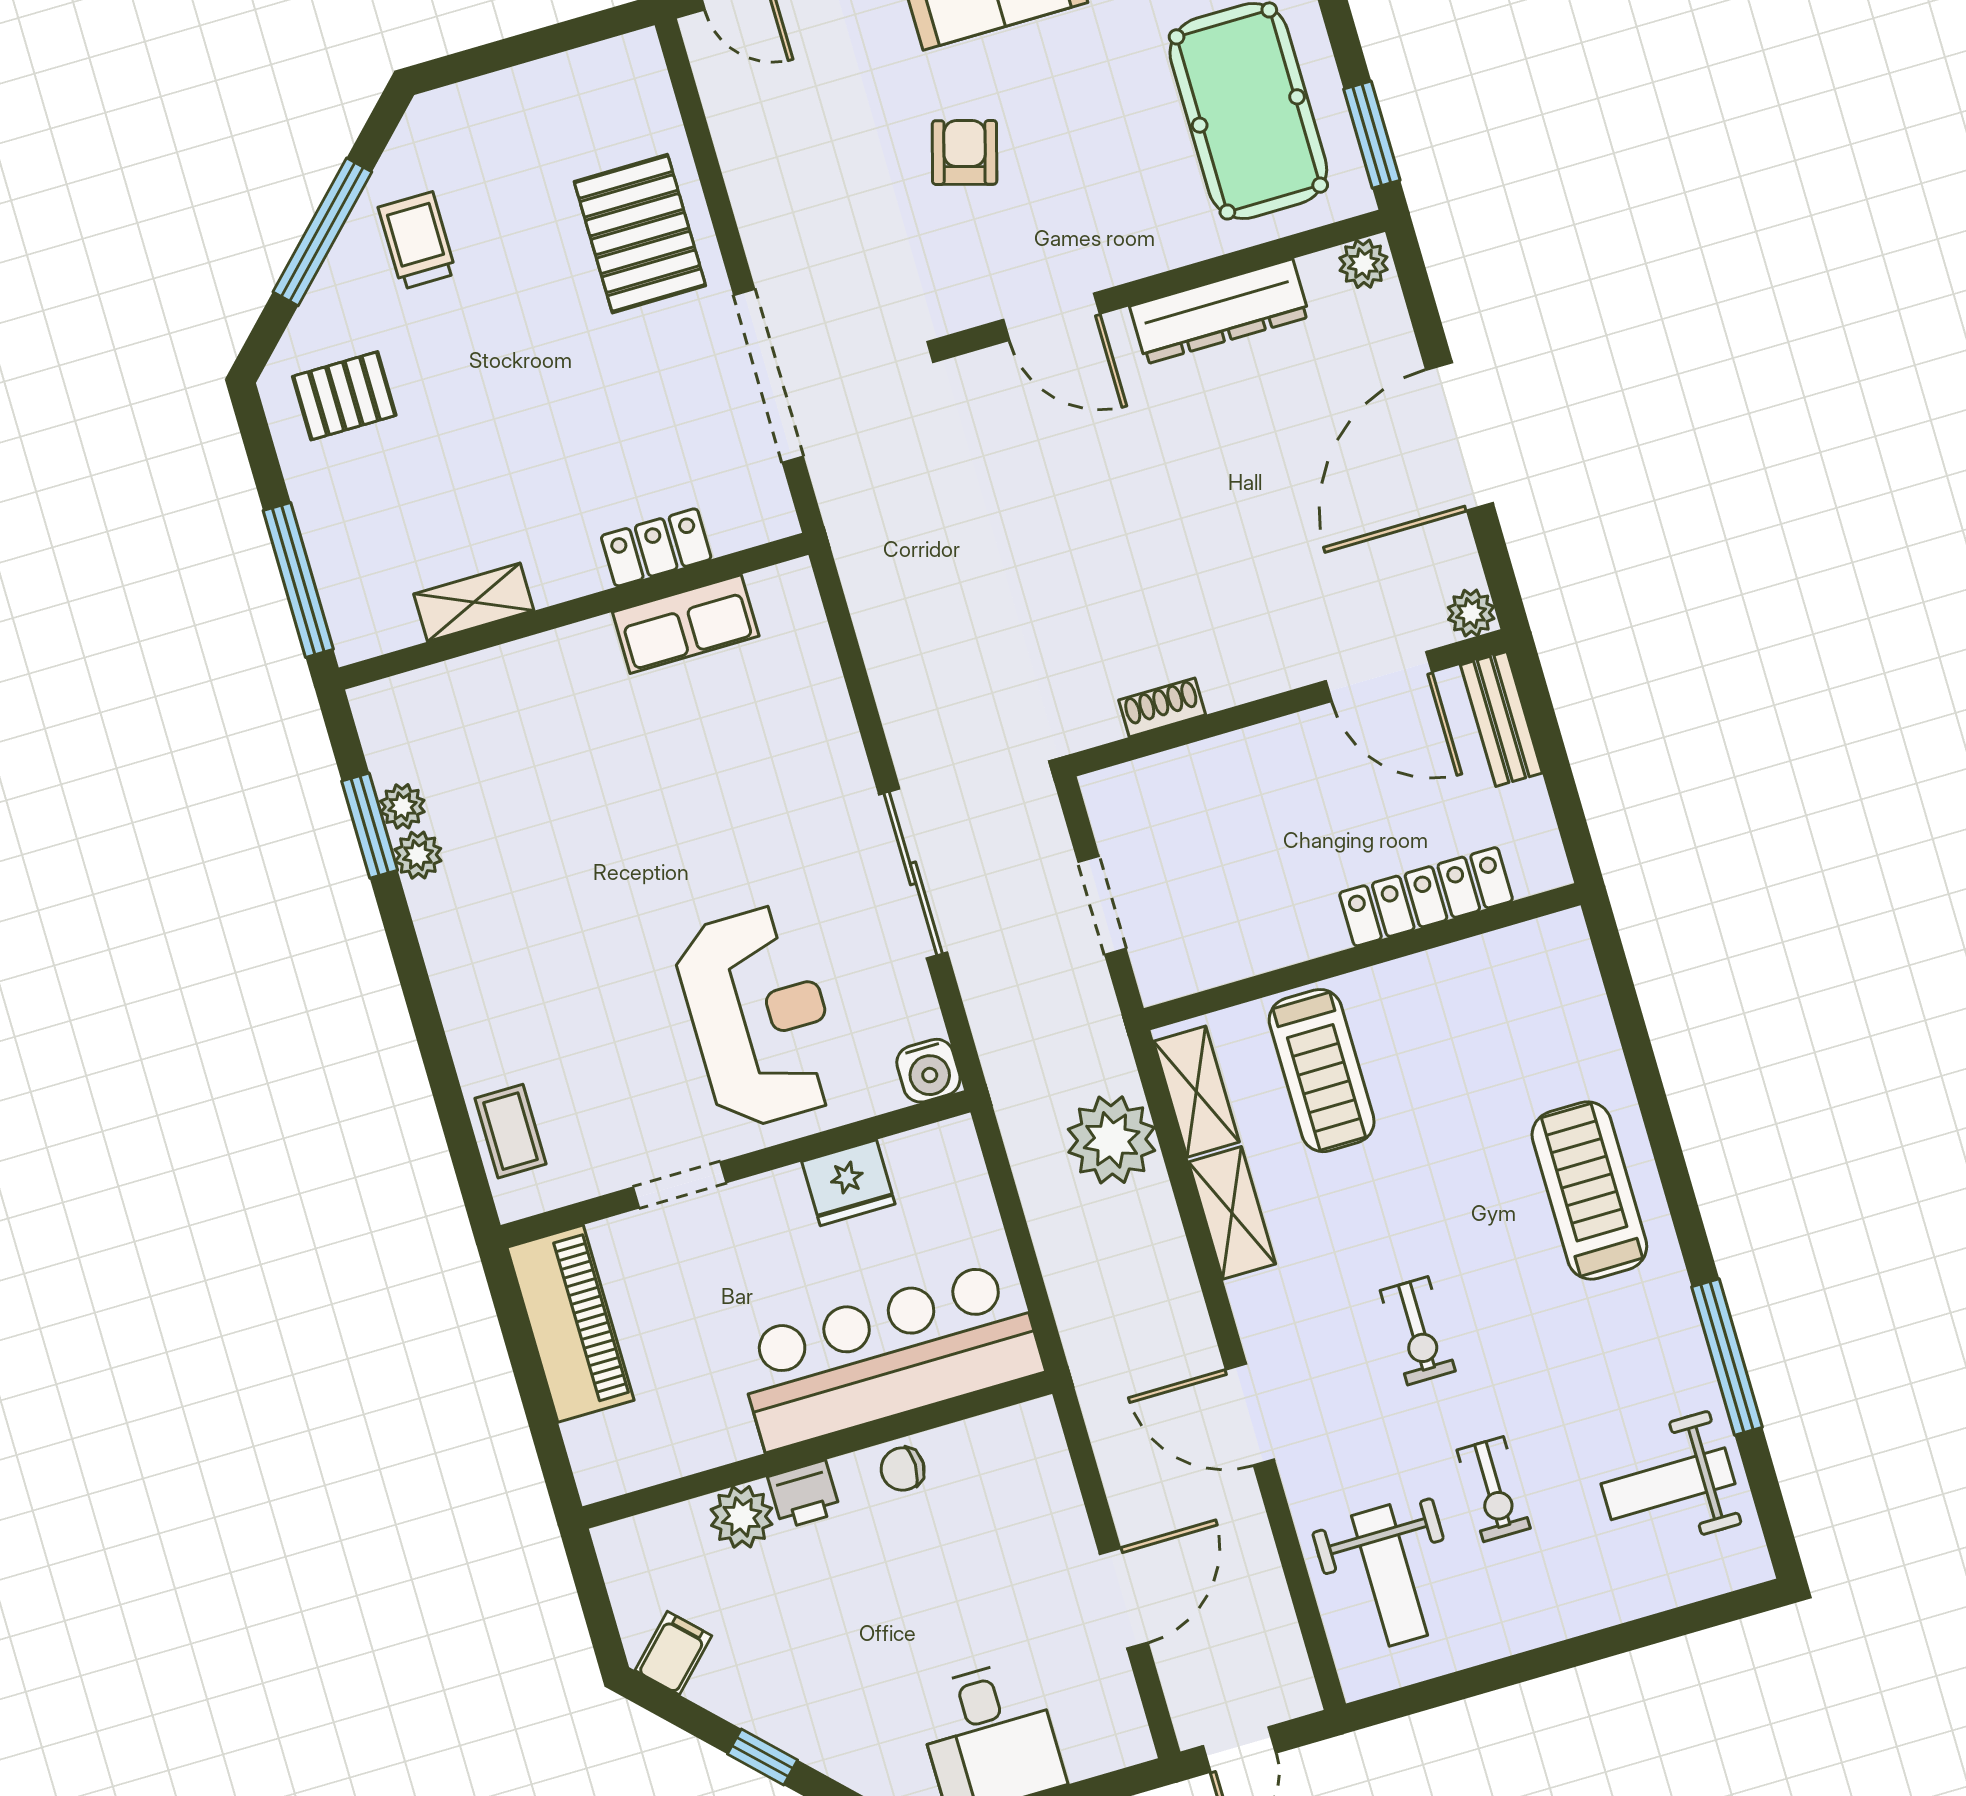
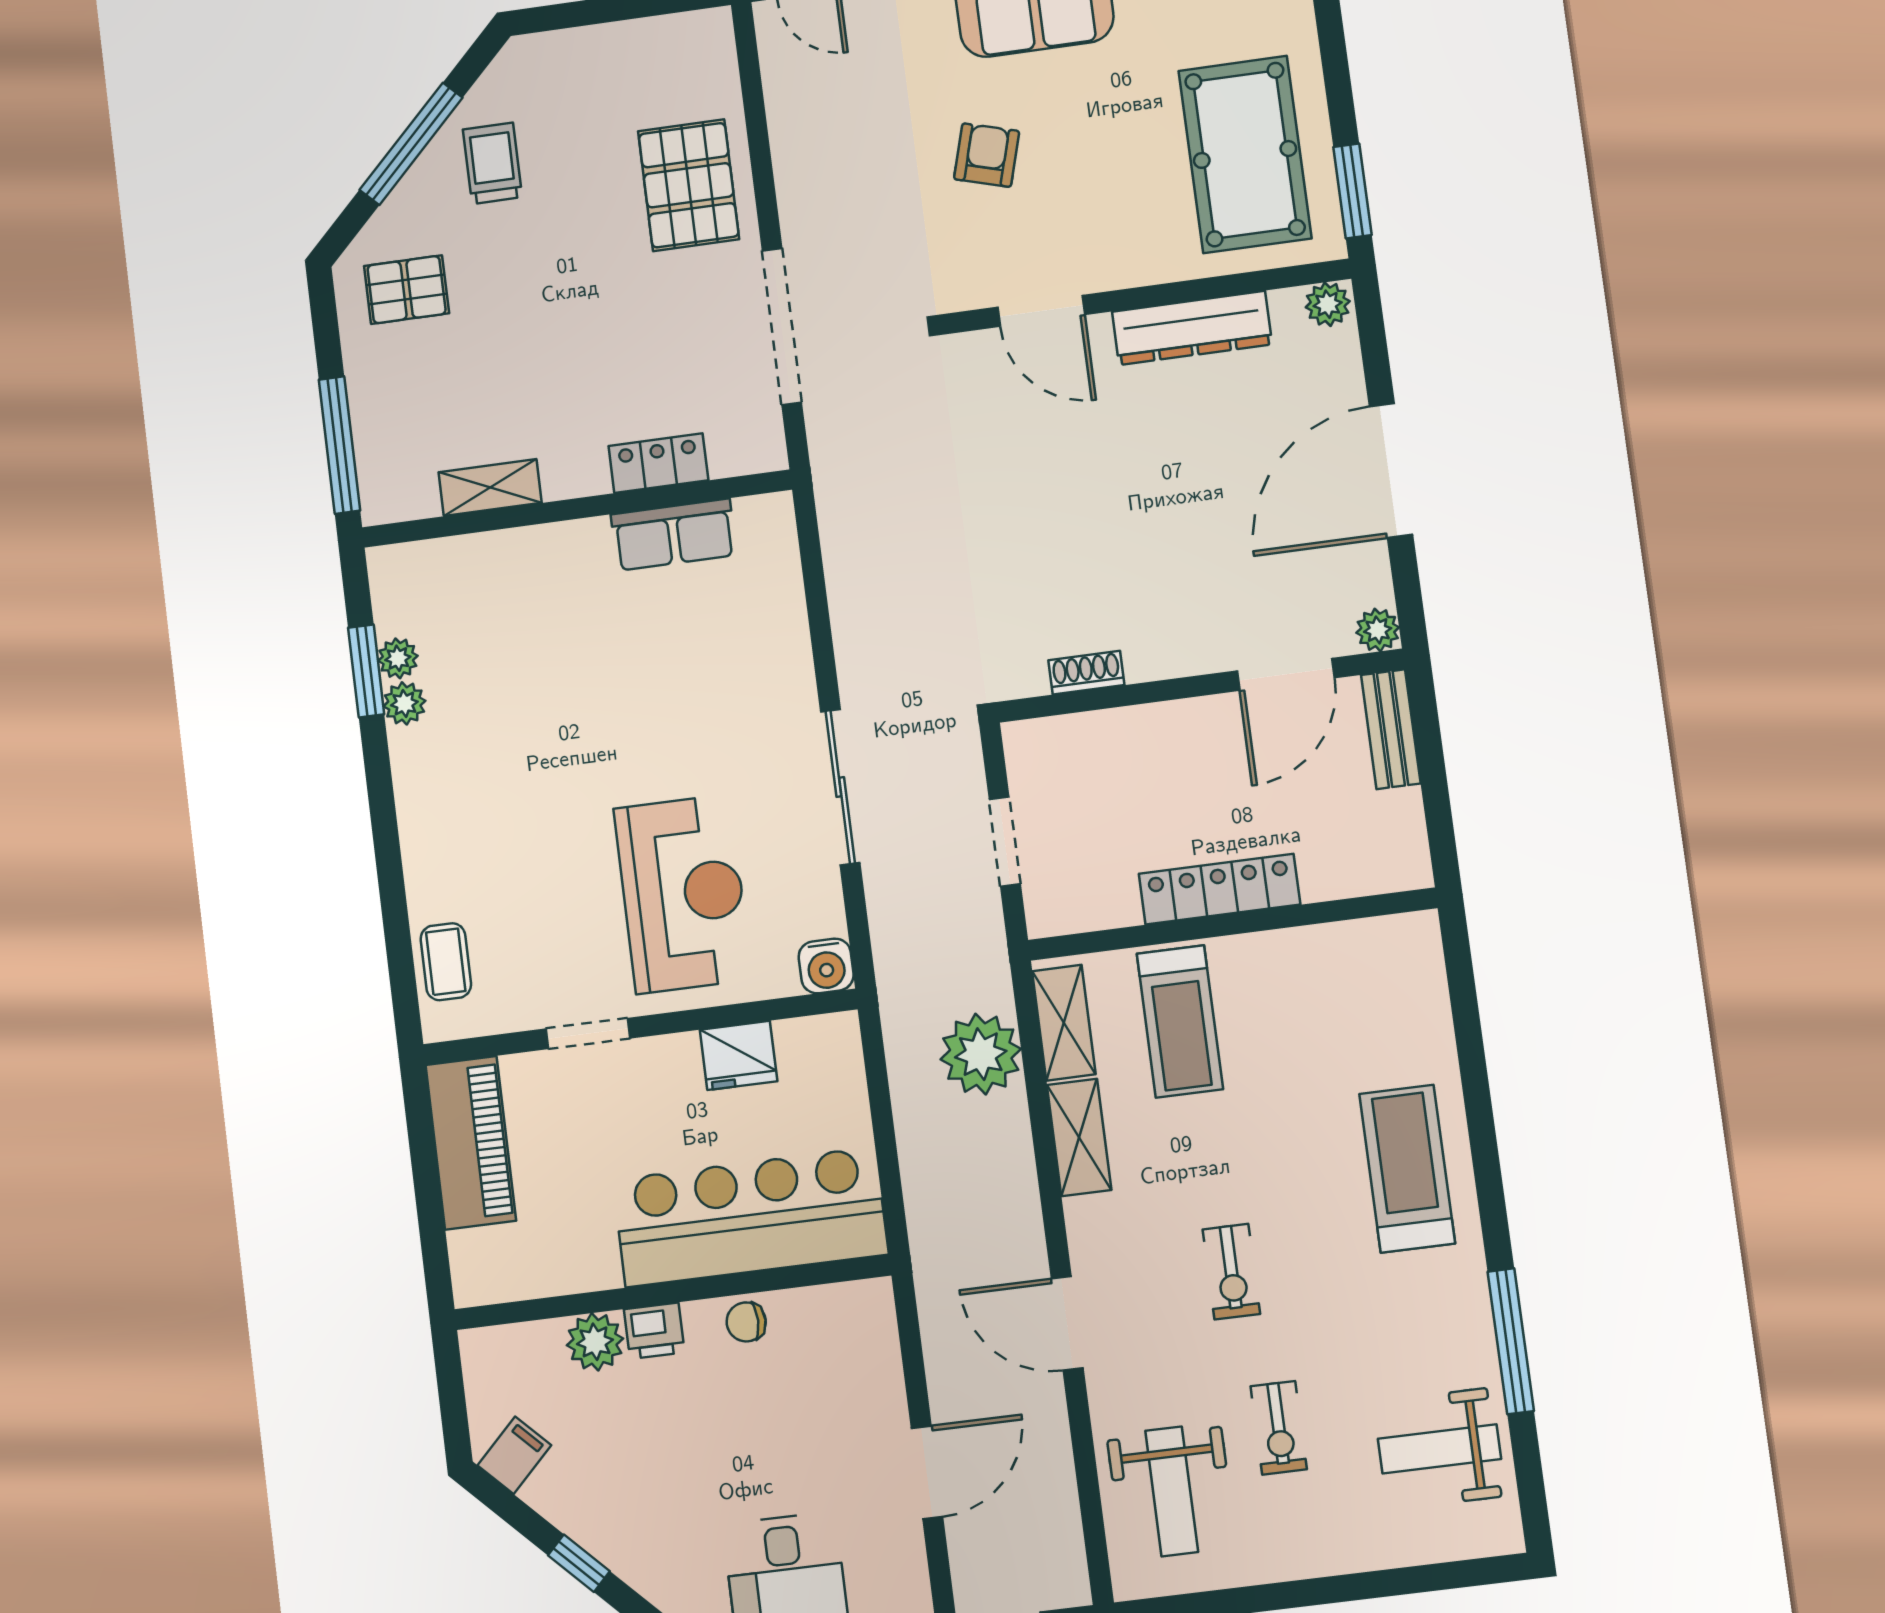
door: (1379, 677) -> (1286, 674), hinge flipped
locker: (1426, 897) -> (1219, 889), moved

